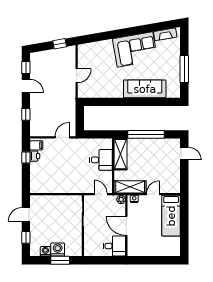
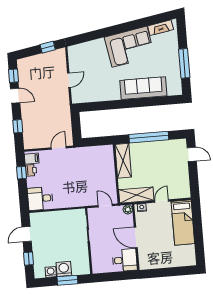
desk: (101, 160) -> (40, 199), moved, turned 180

